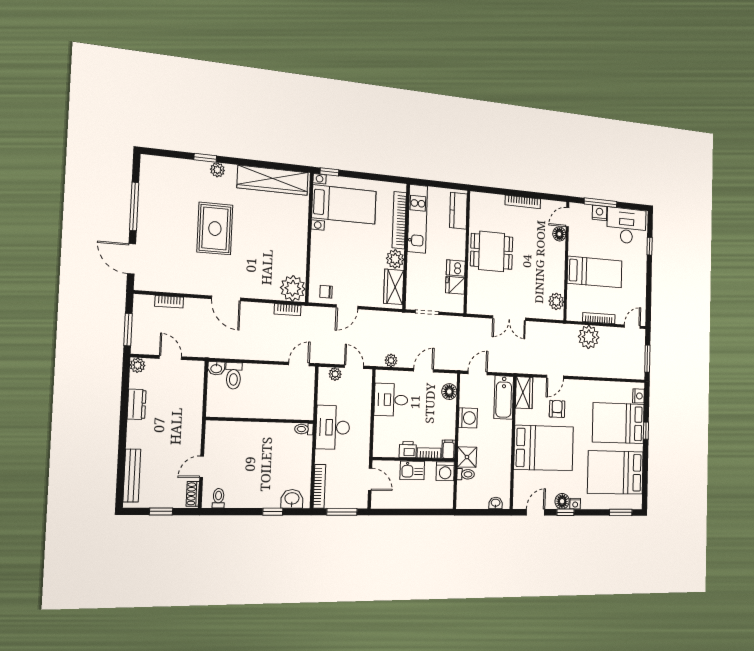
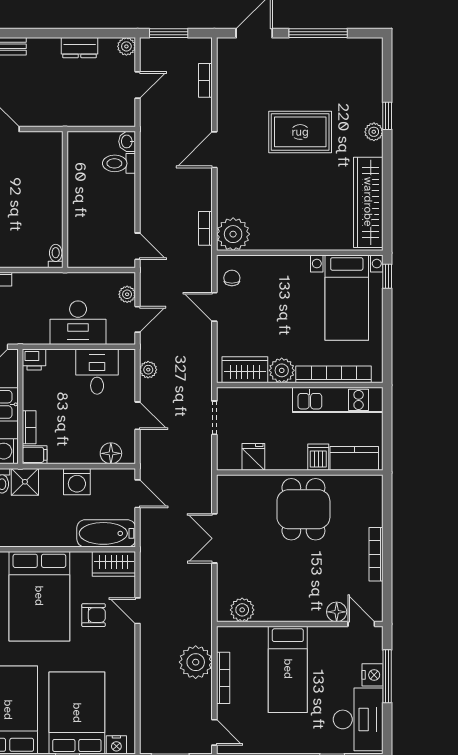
dishwasher: (456, 268) -> (318, 457), moved
desk: (333, 427) -> (78, 323), moved, turned 180
printer: (408, 450) -> (34, 359), moved, turned 90

